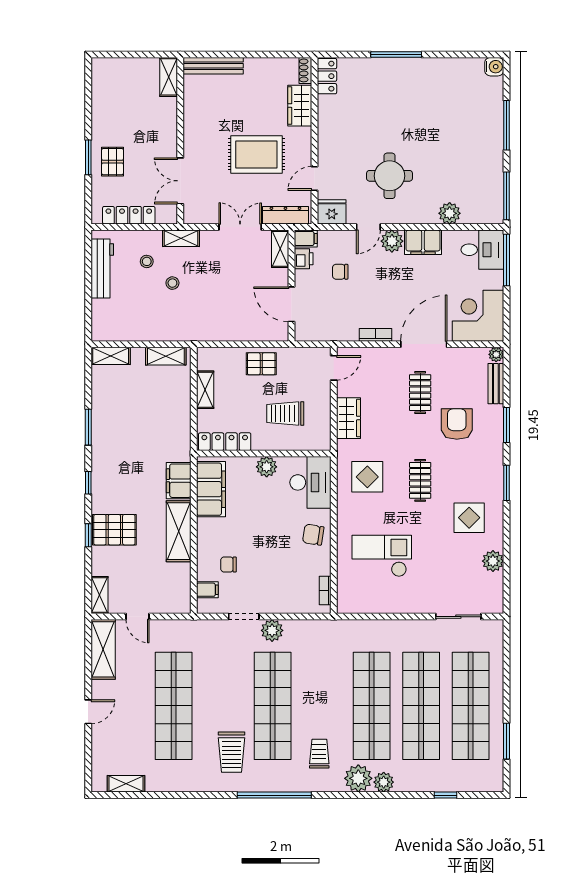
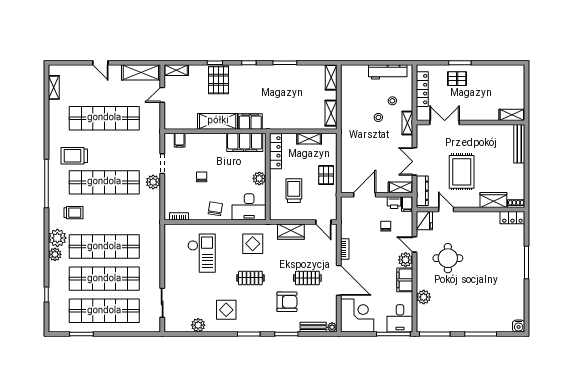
double door: (240, 227) -> (415, 161), swing flipped
chair: (229, 564) -> (202, 177), moved

